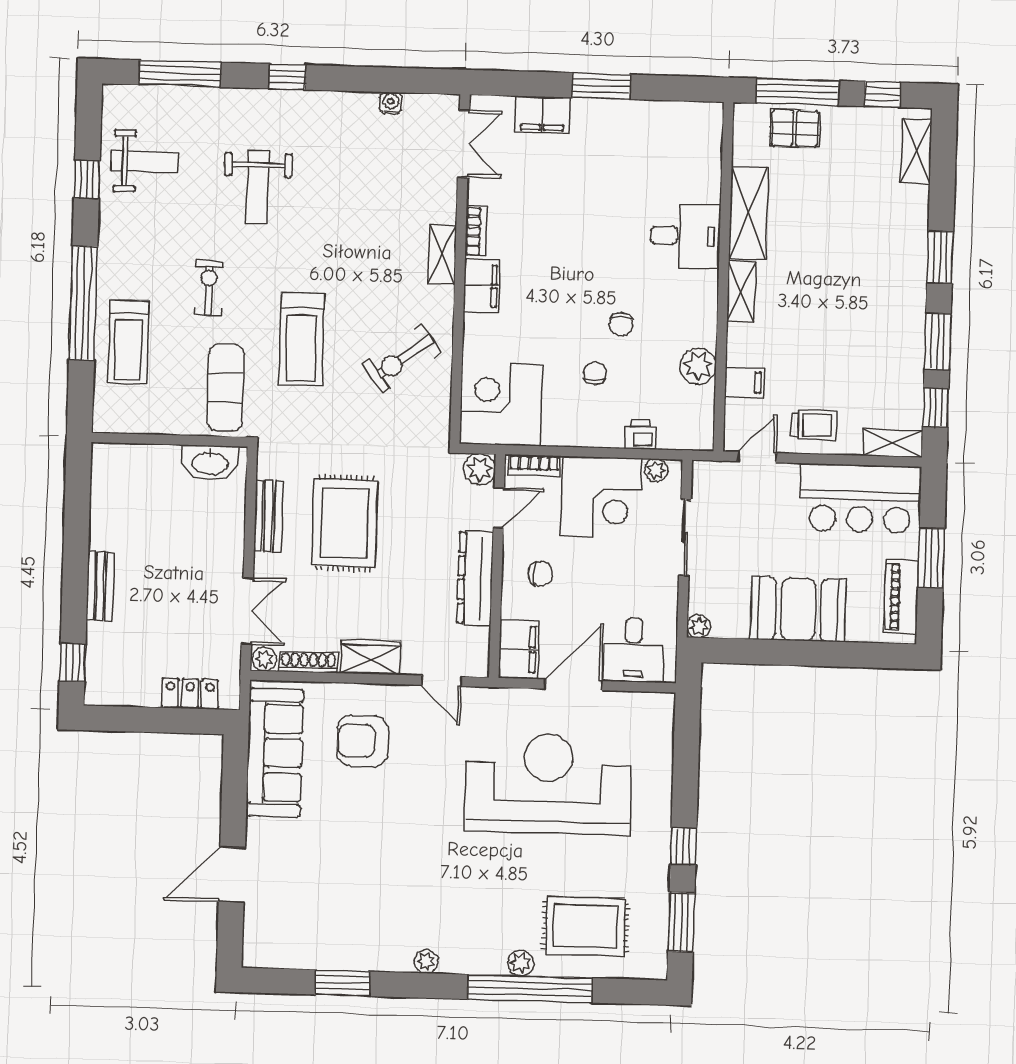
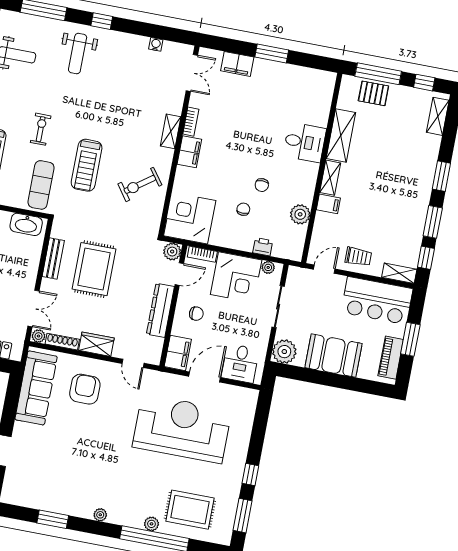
weight bench: (258, 187) -> (78, 54), moved
filing cabinet: (744, 382) -> (328, 204), moved
plant: (699, 626) -> (284, 352), width x1.88, depth x1.88
armchair: (363, 741) -> (85, 389), turned 90

